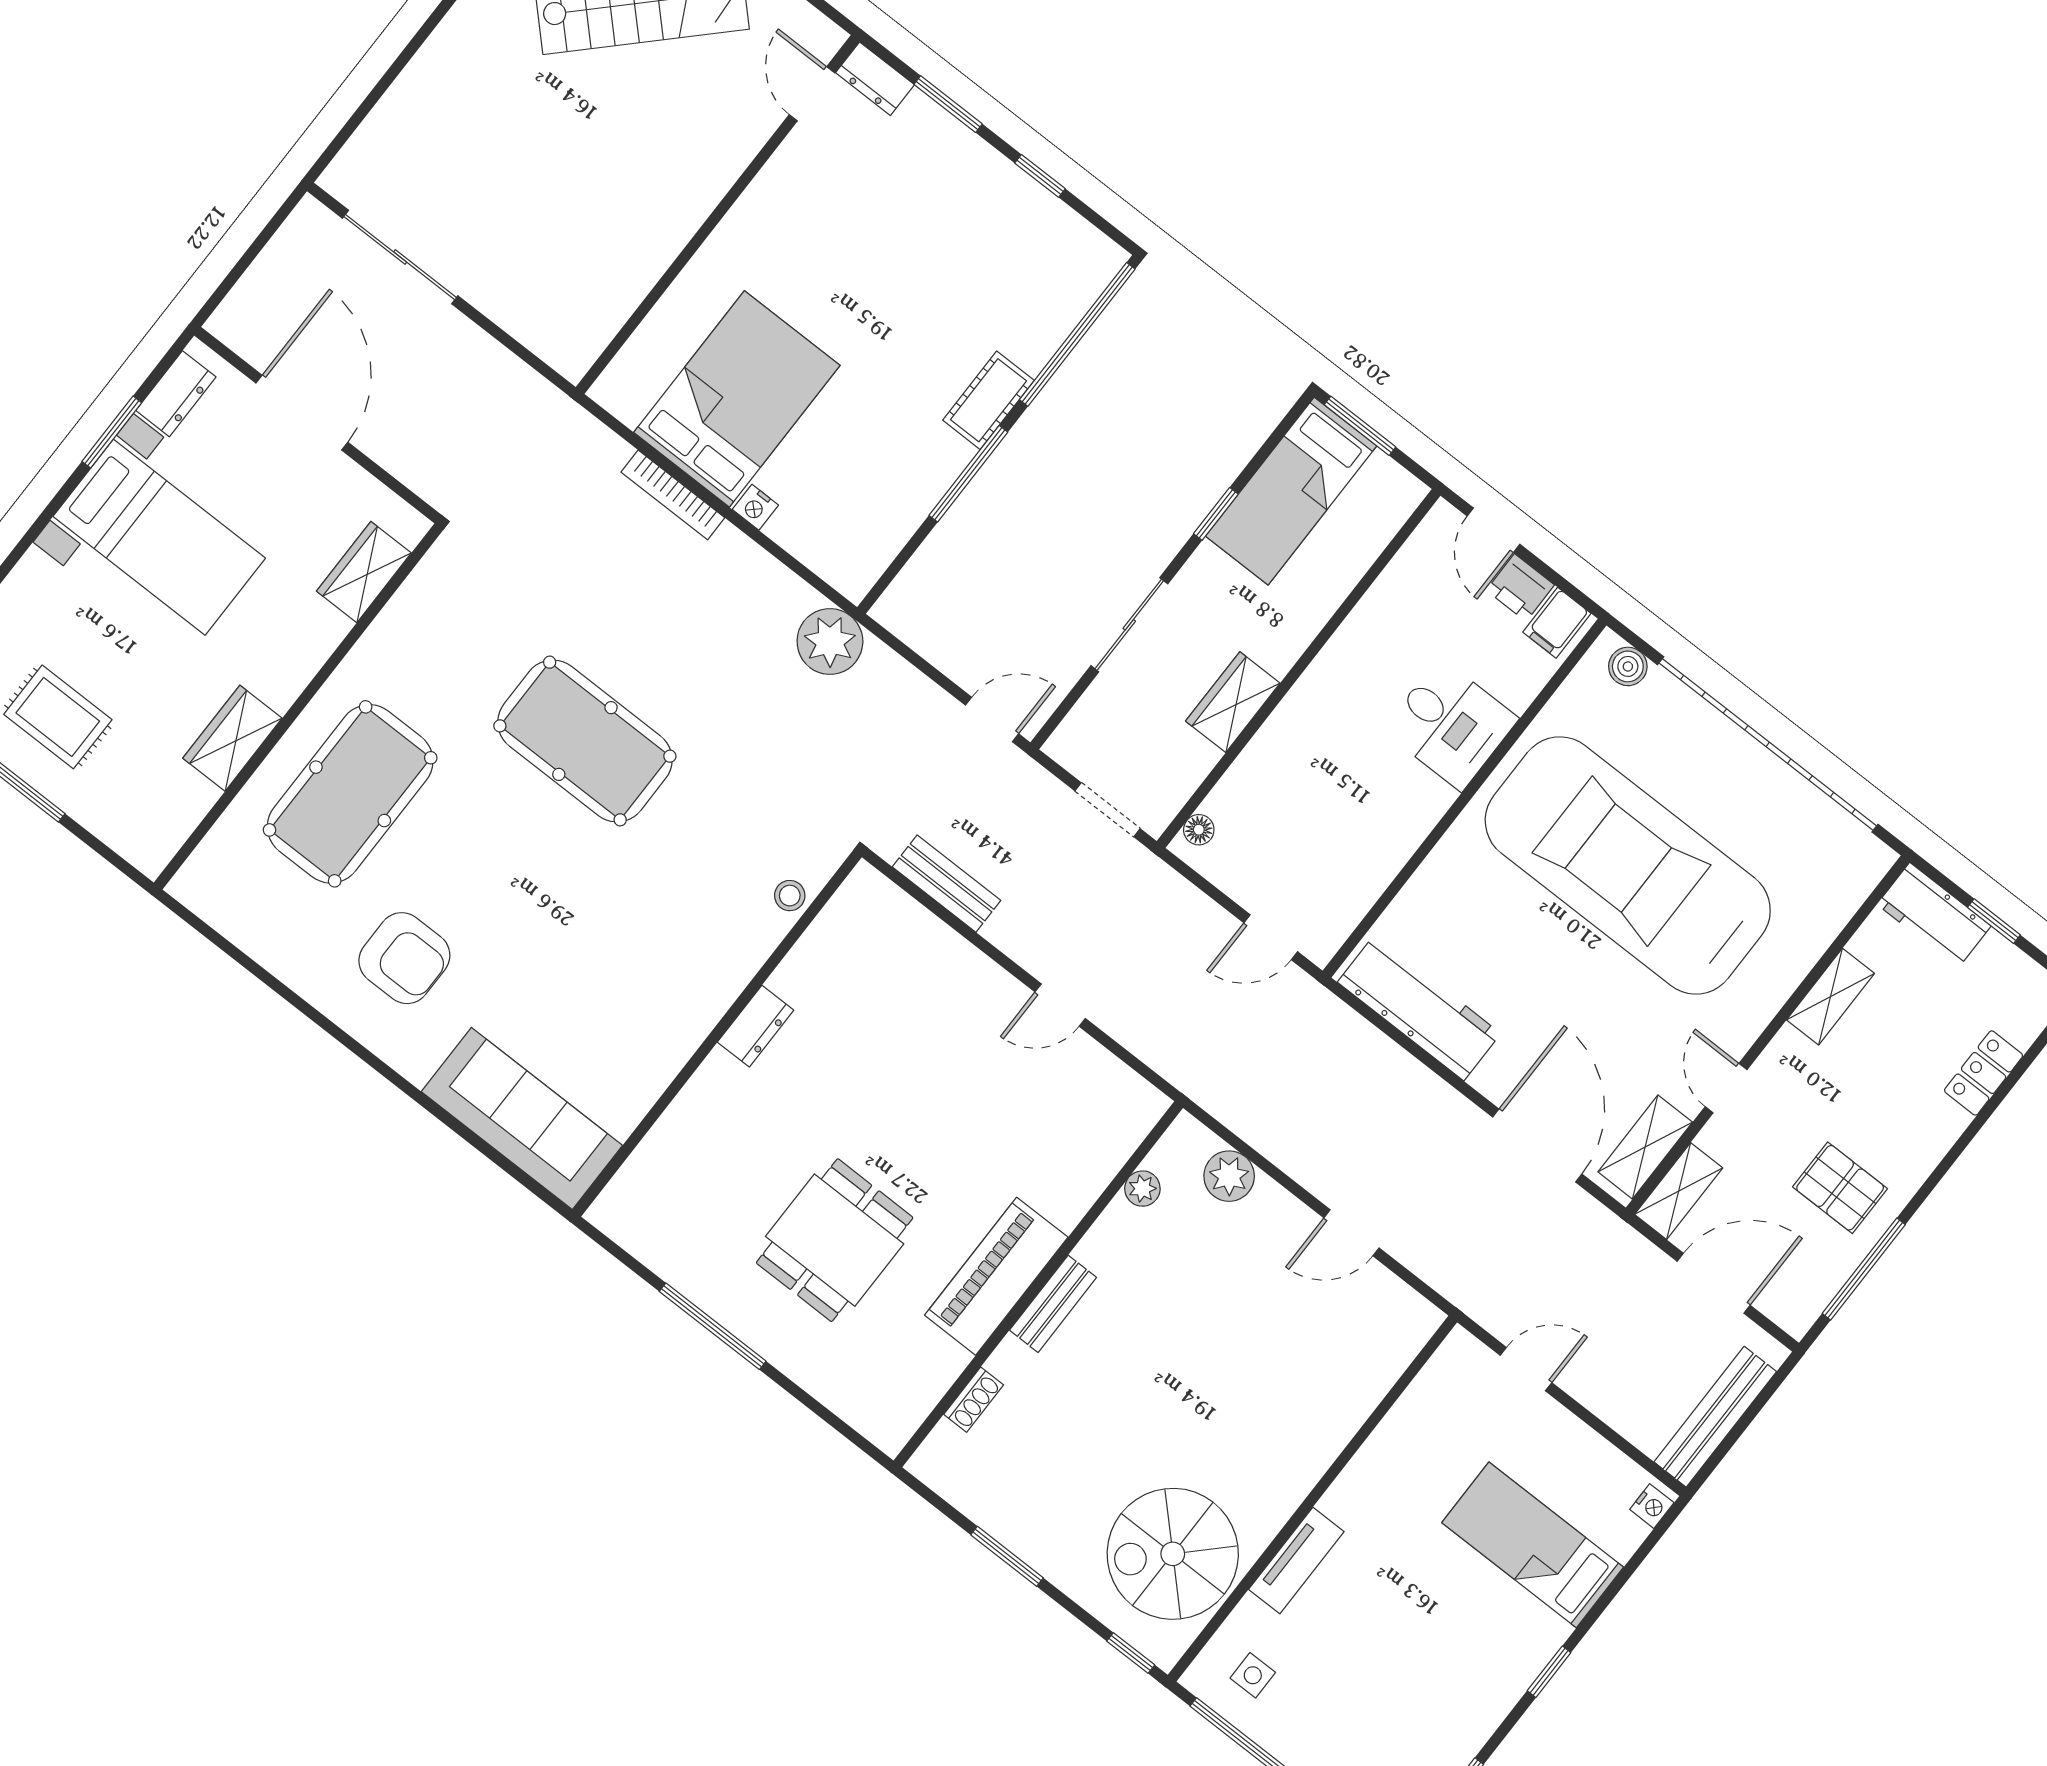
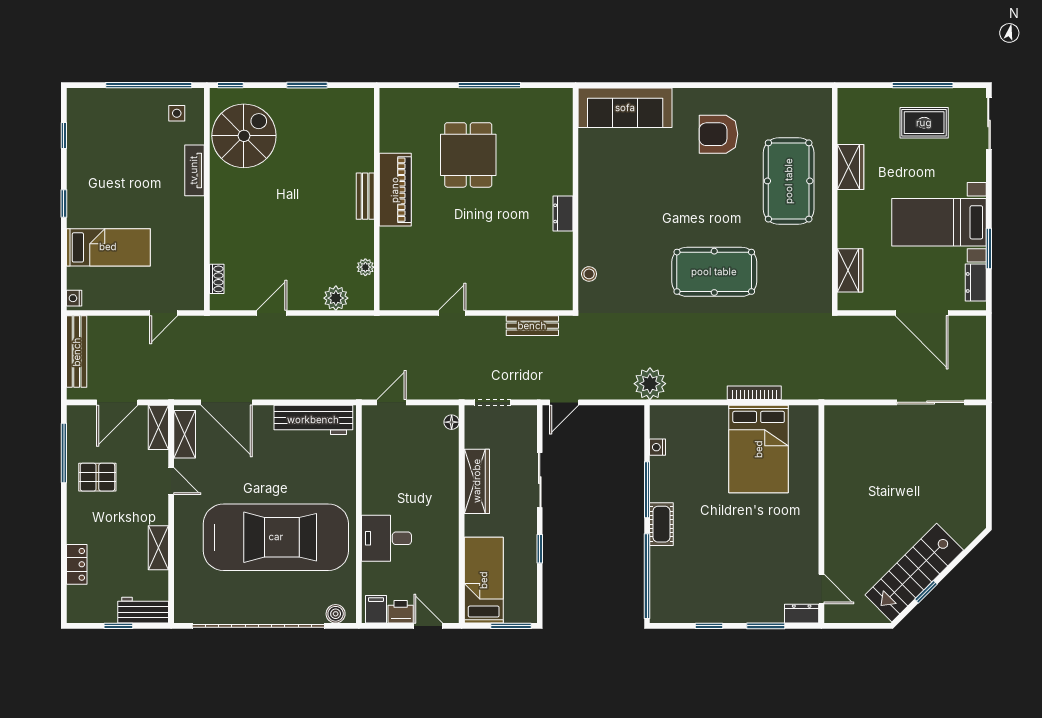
bed: (1291, 491) -> (484, 580), moved
nightstand: (755, 507) -> (658, 447), moved, turned -90
wardrobe: (1233, 702) -> (477, 481), width x1.50
shoe rack: (974, 1400) -> (217, 279), moved, turned 180

